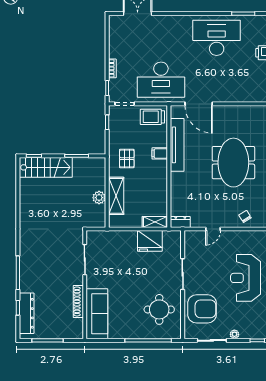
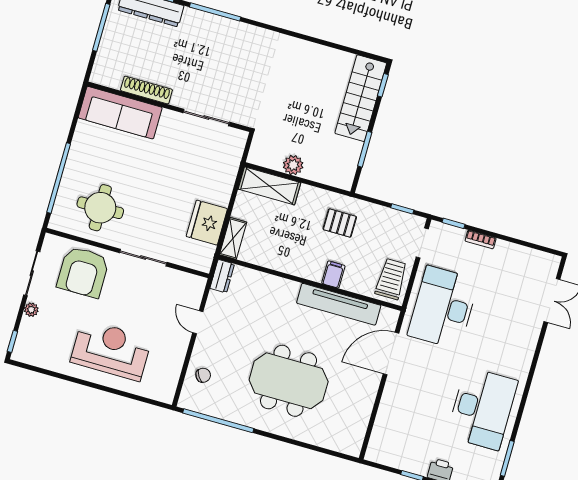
shelving: (116, 196) -> (269, 186), moved

